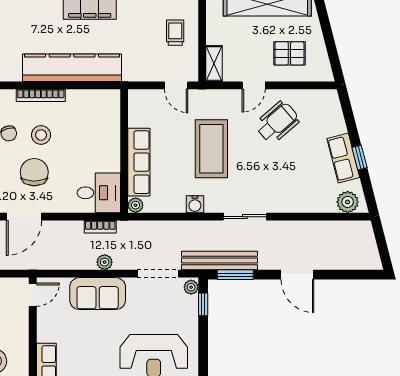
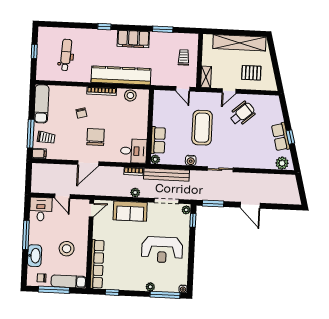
stool: (41, 135) -> (130, 95), moved
row of seats: (139, 162) -> (158, 140), width x0.68
bench: (220, 260) -> (166, 175), moved

